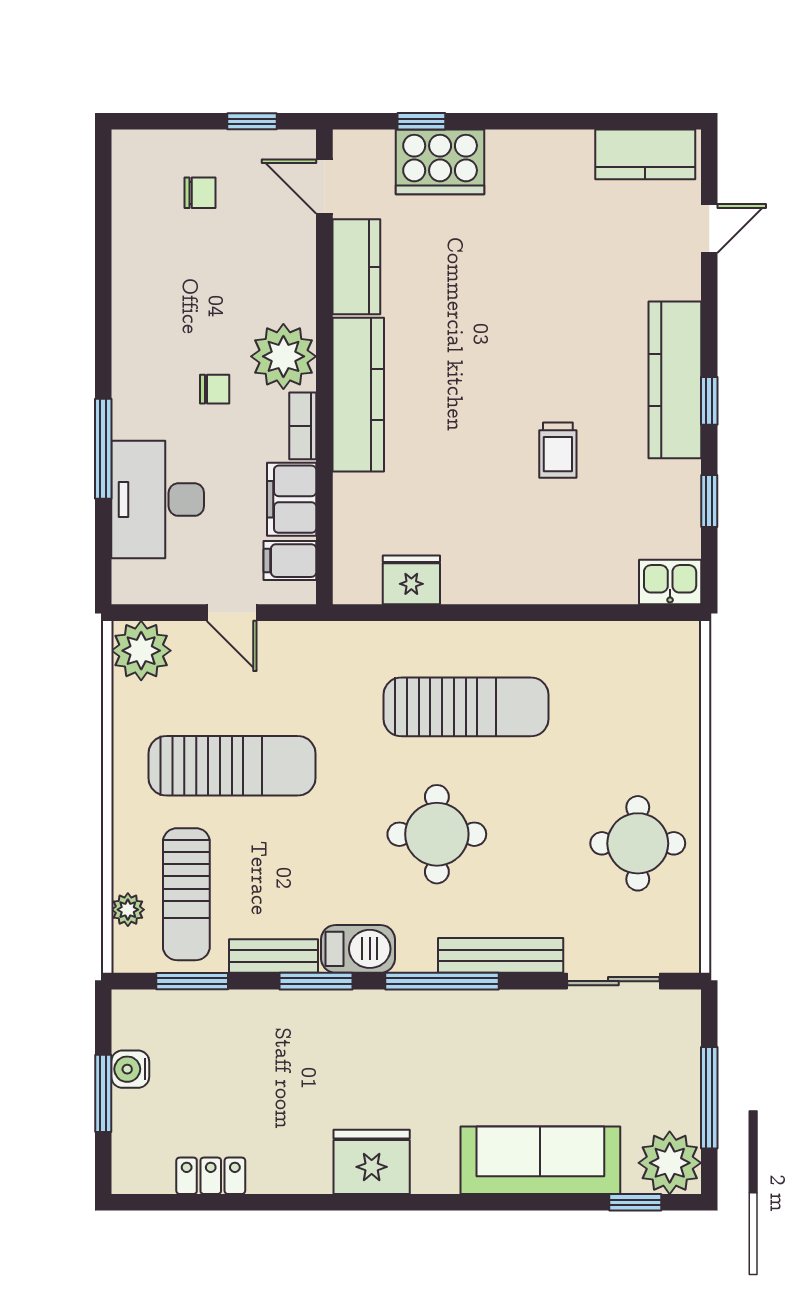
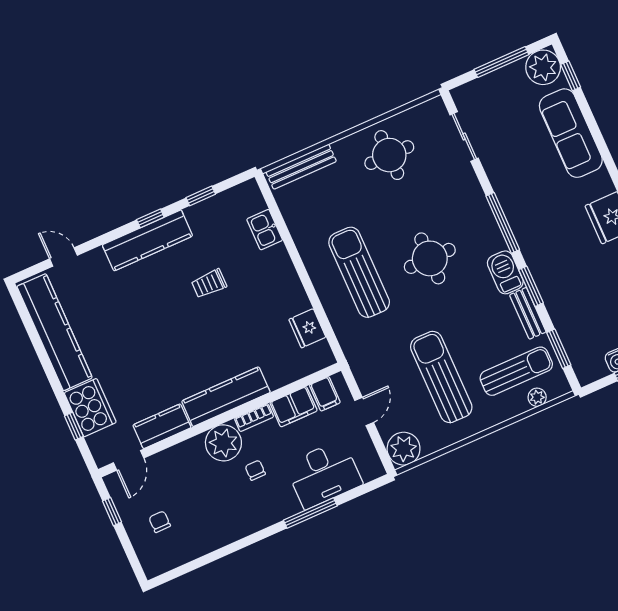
kitchen counter: (645, 154) -> (55, 332), width x2.08, depth x1.17
trolley: (558, 450) -> (209, 284), turned 180
kitchen sink: (670, 582) -> (265, 230), moved
bench: (501, 955) -> (301, 167), moved, turned 90

